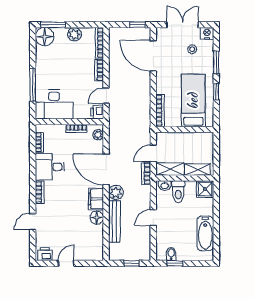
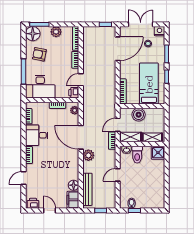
door: (153, 56) -> (118, 49), swing flipped
armchair: (53, 63) -> (39, 54), added
boiler: (180, 140) -> (139, 115), added
filing cabinet: (96, 199) -> (73, 200), moved
floor lamp: (97, 218) -> (74, 185), moved
bench: (115, 222) -> (87, 189), moved
bathtub: (205, 233) -> (158, 187), removed
door: (66, 263) -> (49, 211), hinge flipped

